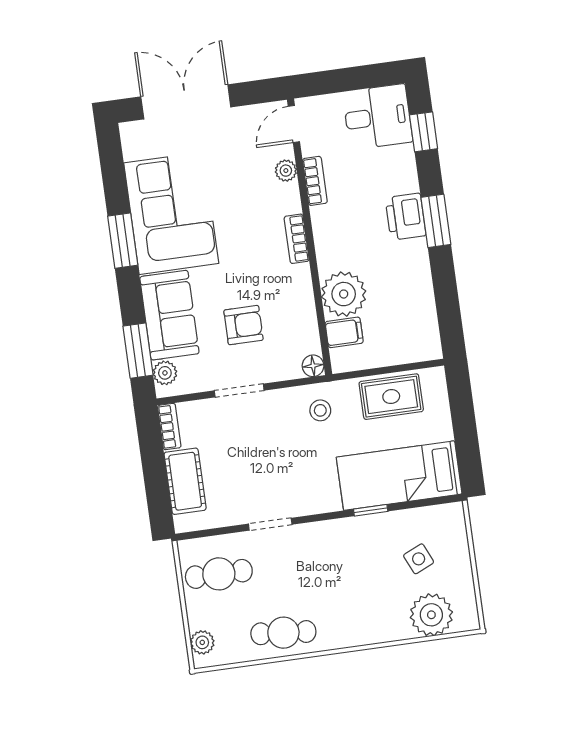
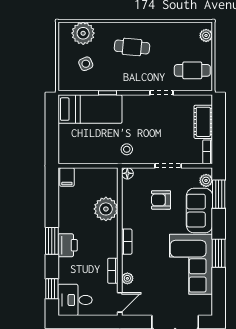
filing cabinet: (344, 332) -> (67, 177), moved, turned -90
rug: (391, 397) -> (88, 151), removed
cafe table: (283, 633) -> (132, 47), moved

